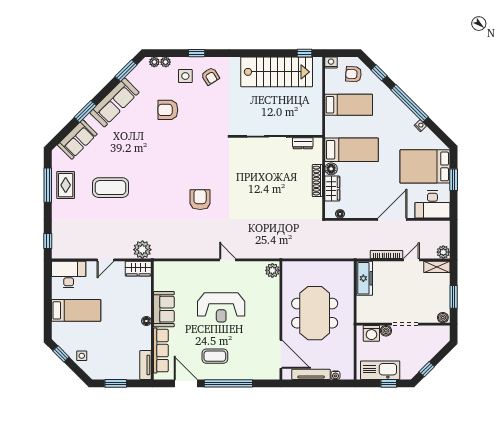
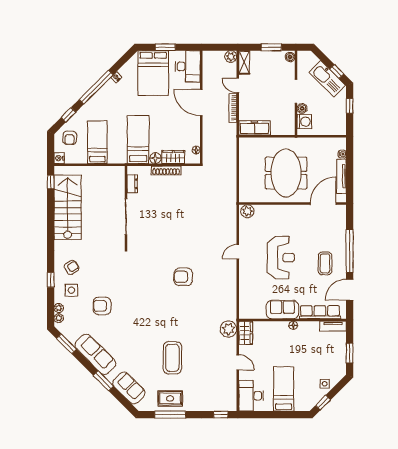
armchair: (168, 110) -> (102, 306), turned 90
meeting table: (315, 313) -> (286, 173), turned 90
kitchen sink: (380, 370) -> (327, 79), moved, turned -45

